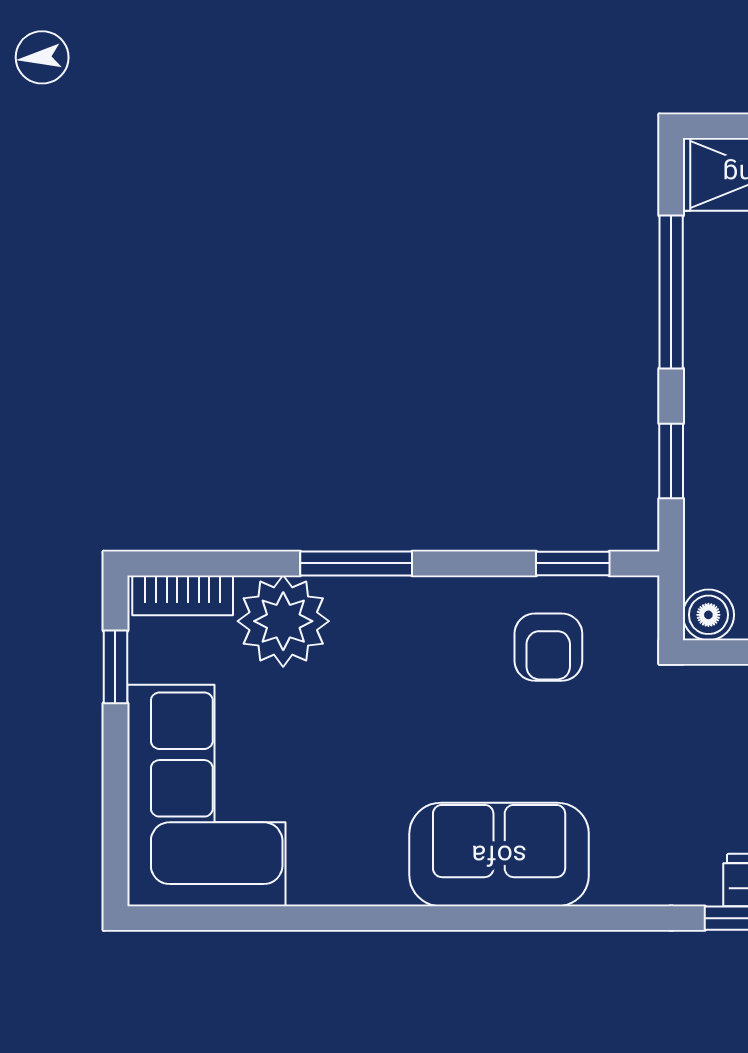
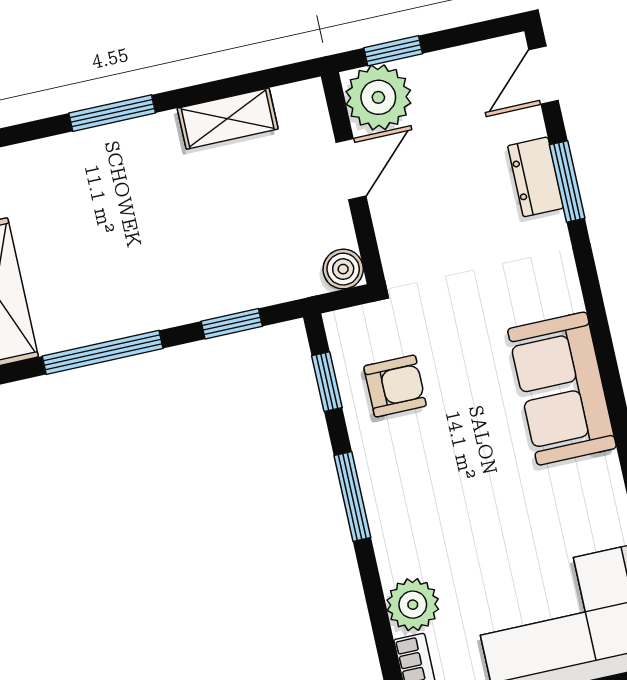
window: (356, 563) -> (352, 497), moved
plant: (283, 621) -> (413, 605), width x0.73, depth x0.73

